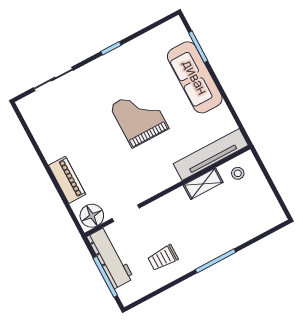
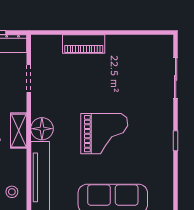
shelving: (203, 184) -> (19, 131), moved
floor lamp: (92, 216) -> (42, 129), moved

